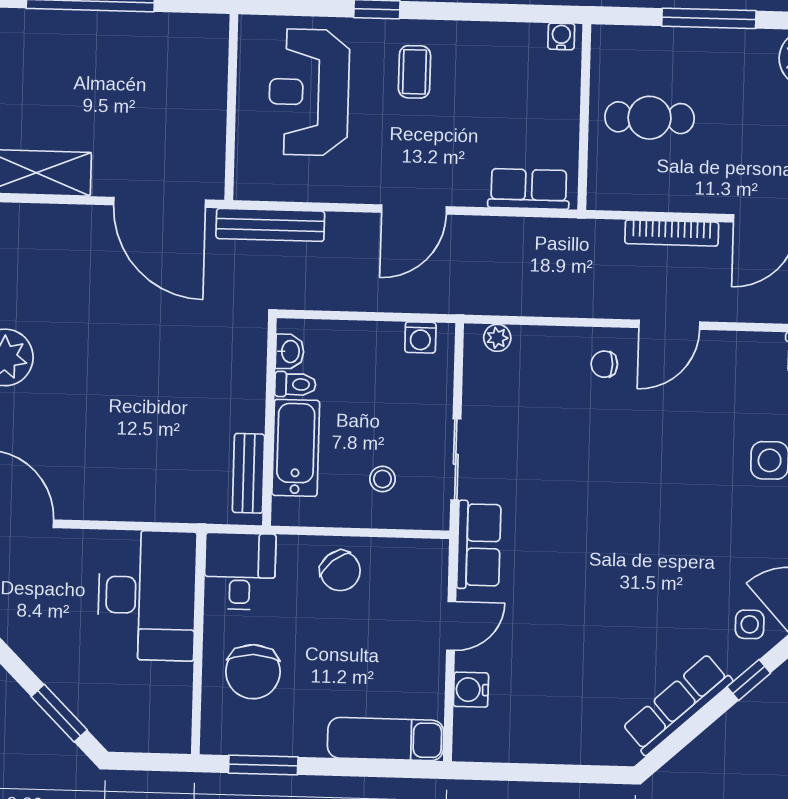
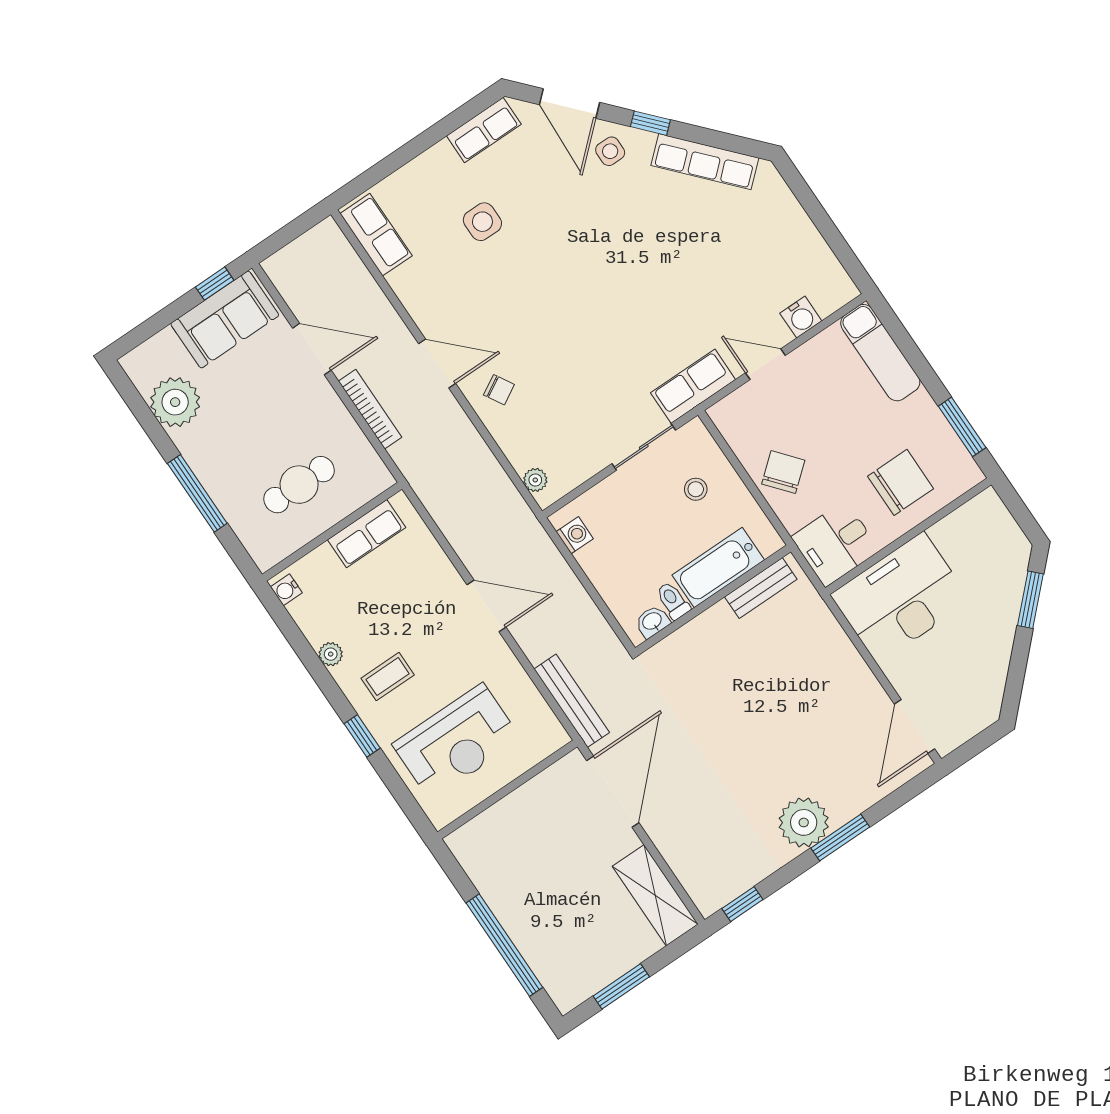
plant: (473, 34) -> (331, 654), added
cafe table: (650, 118) -> (299, 485), turned 90
row of seats: (529, 189) -> (367, 534), moved, turned -90
chair: (604, 364) -> (499, 390), turned -30

